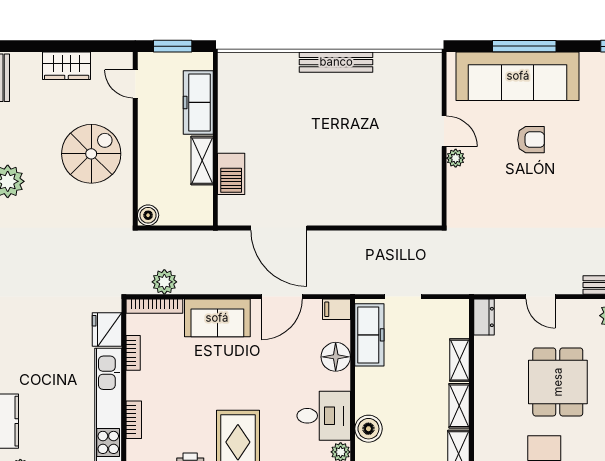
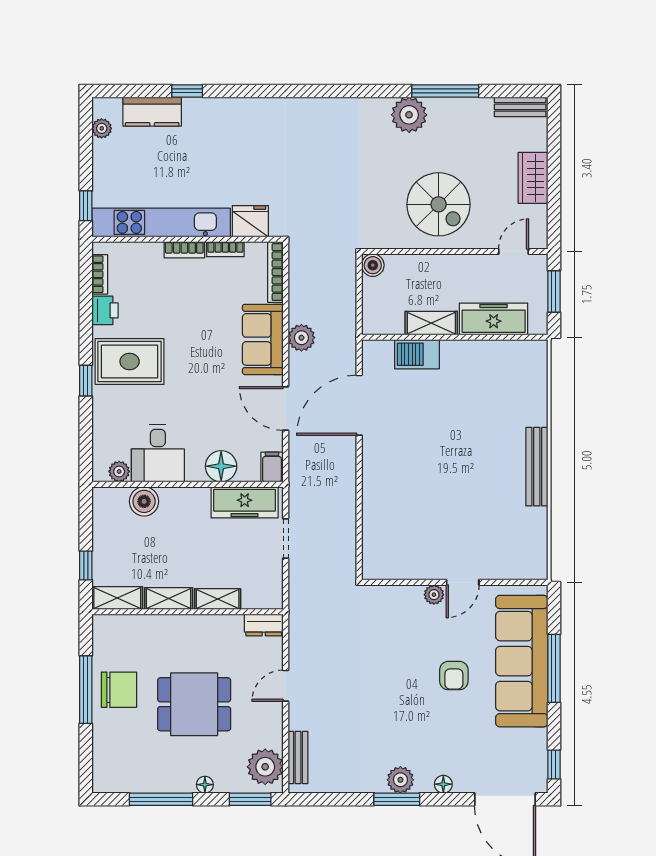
plant: (164, 282) -> (301, 338), moved
bookcase: (134, 420) -> (184, 250), moved

